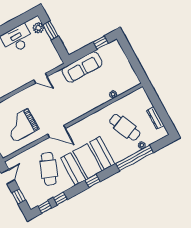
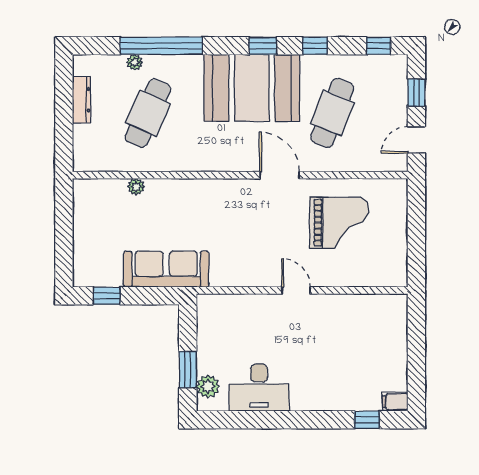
door: (41, 78) -> (296, 290), moved
cafe table: (125, 127) -> (148, 113), turned 48
window: (60, 198) -> (315, 46), moved

